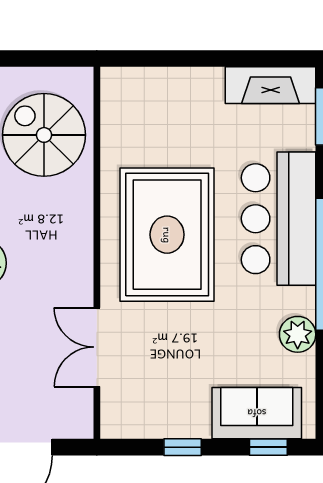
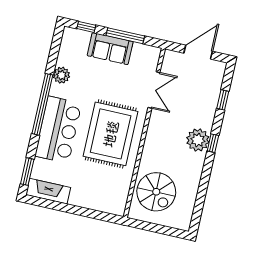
sofa: (257, 413) -> (110, 49), moved
window: (183, 447) -> (125, 36), width x2.17

